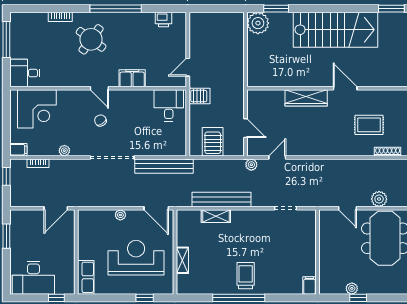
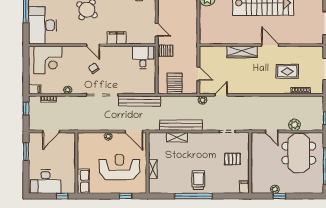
door: (188, 67) -> (157, 30), swing flipped
desk: (25, 73) -> (43, 25), width x1.87, depth x1.30
door: (56, 208) -> (51, 131), moved
pallet: (293, 247) -> (232, 159), added

